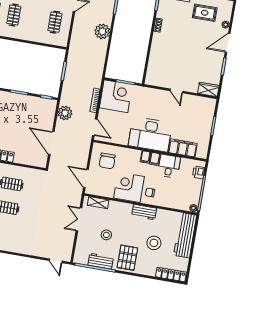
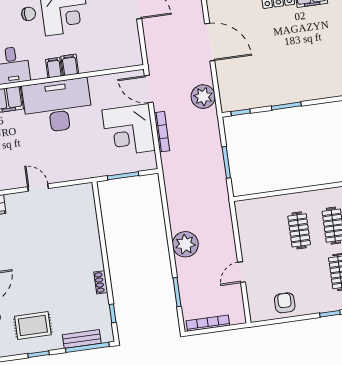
clothes rail: (55, 22) -> (299, 230), moved
corner desk: (116, 96) -> (129, 130), moved
filing cabinet: (155, 159) -> (70, 65), moved
chair: (107, 161) -> (112, 42), removed

